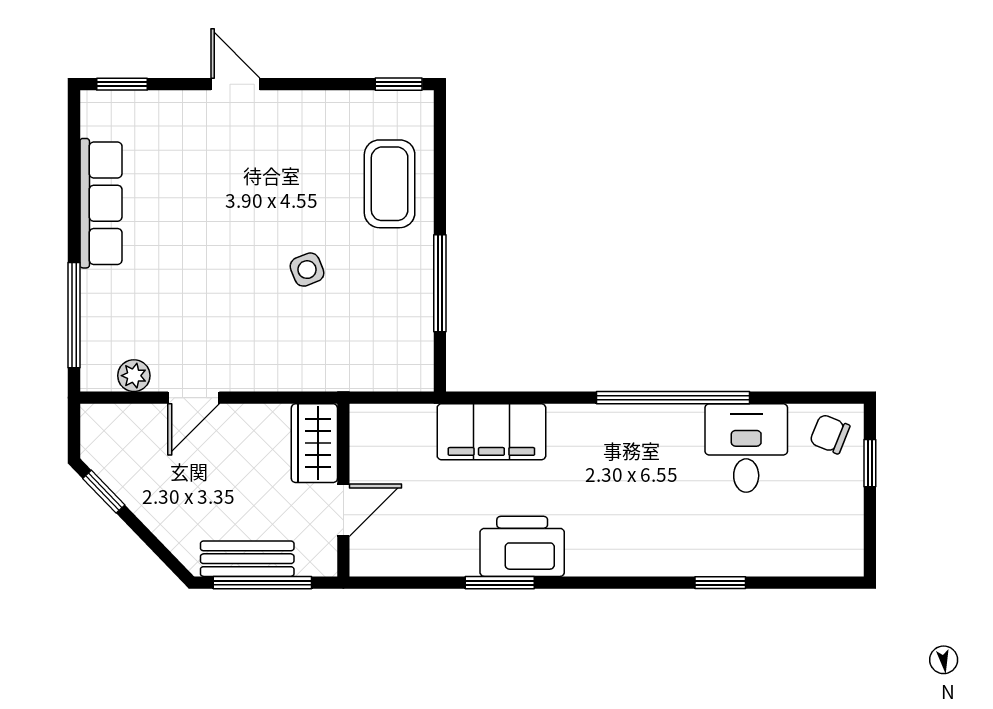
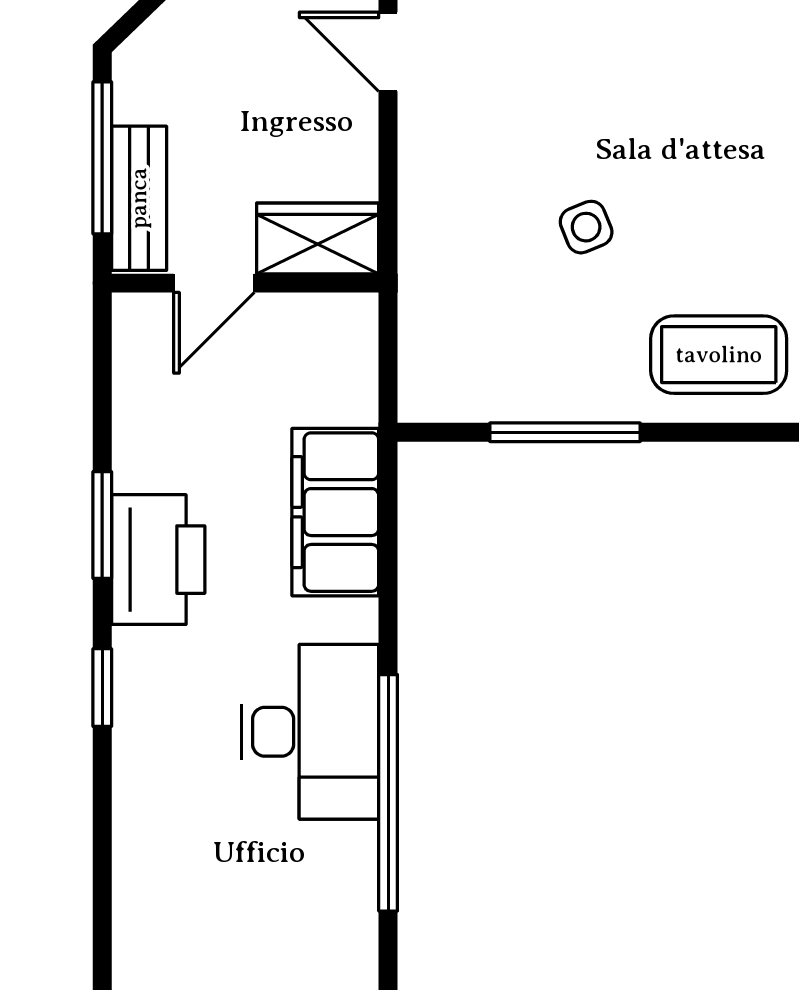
desk: (746, 448) -> (310, 732), moved, width x1.37
door: (343, 510) -> (214, 283), hinge flipped
bench: (247, 559) -> (139, 198), moved
window: (720, 583) -> (102, 688), moved

